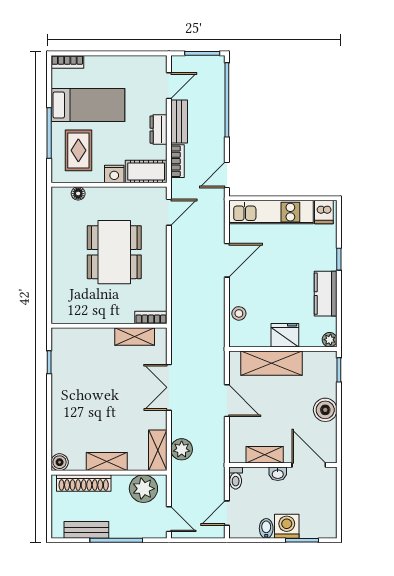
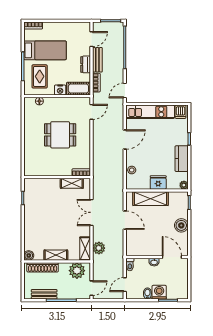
dining table: (114, 252) -> (60, 135), width x0.73
shelving: (265, 455) -> (146, 251), removed
door: (169, 519) -> (92, 288), hinge flipped

